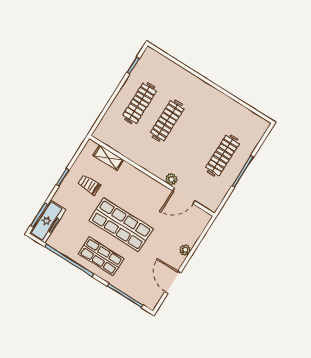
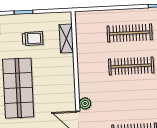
trolley: (89, 185) -> (33, 39), turned 90

